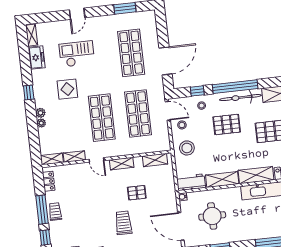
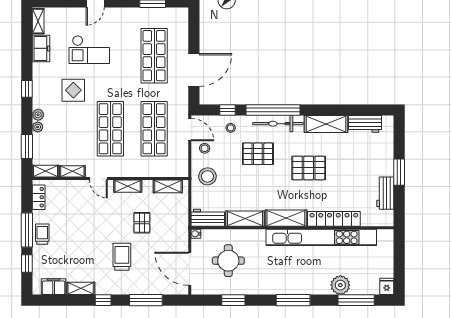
checkout: (77, 54) -> (89, 50), turned 180
window: (34, 140) -> (27, 146), added
pallet: (137, 193) -> (142, 223), turned 90

